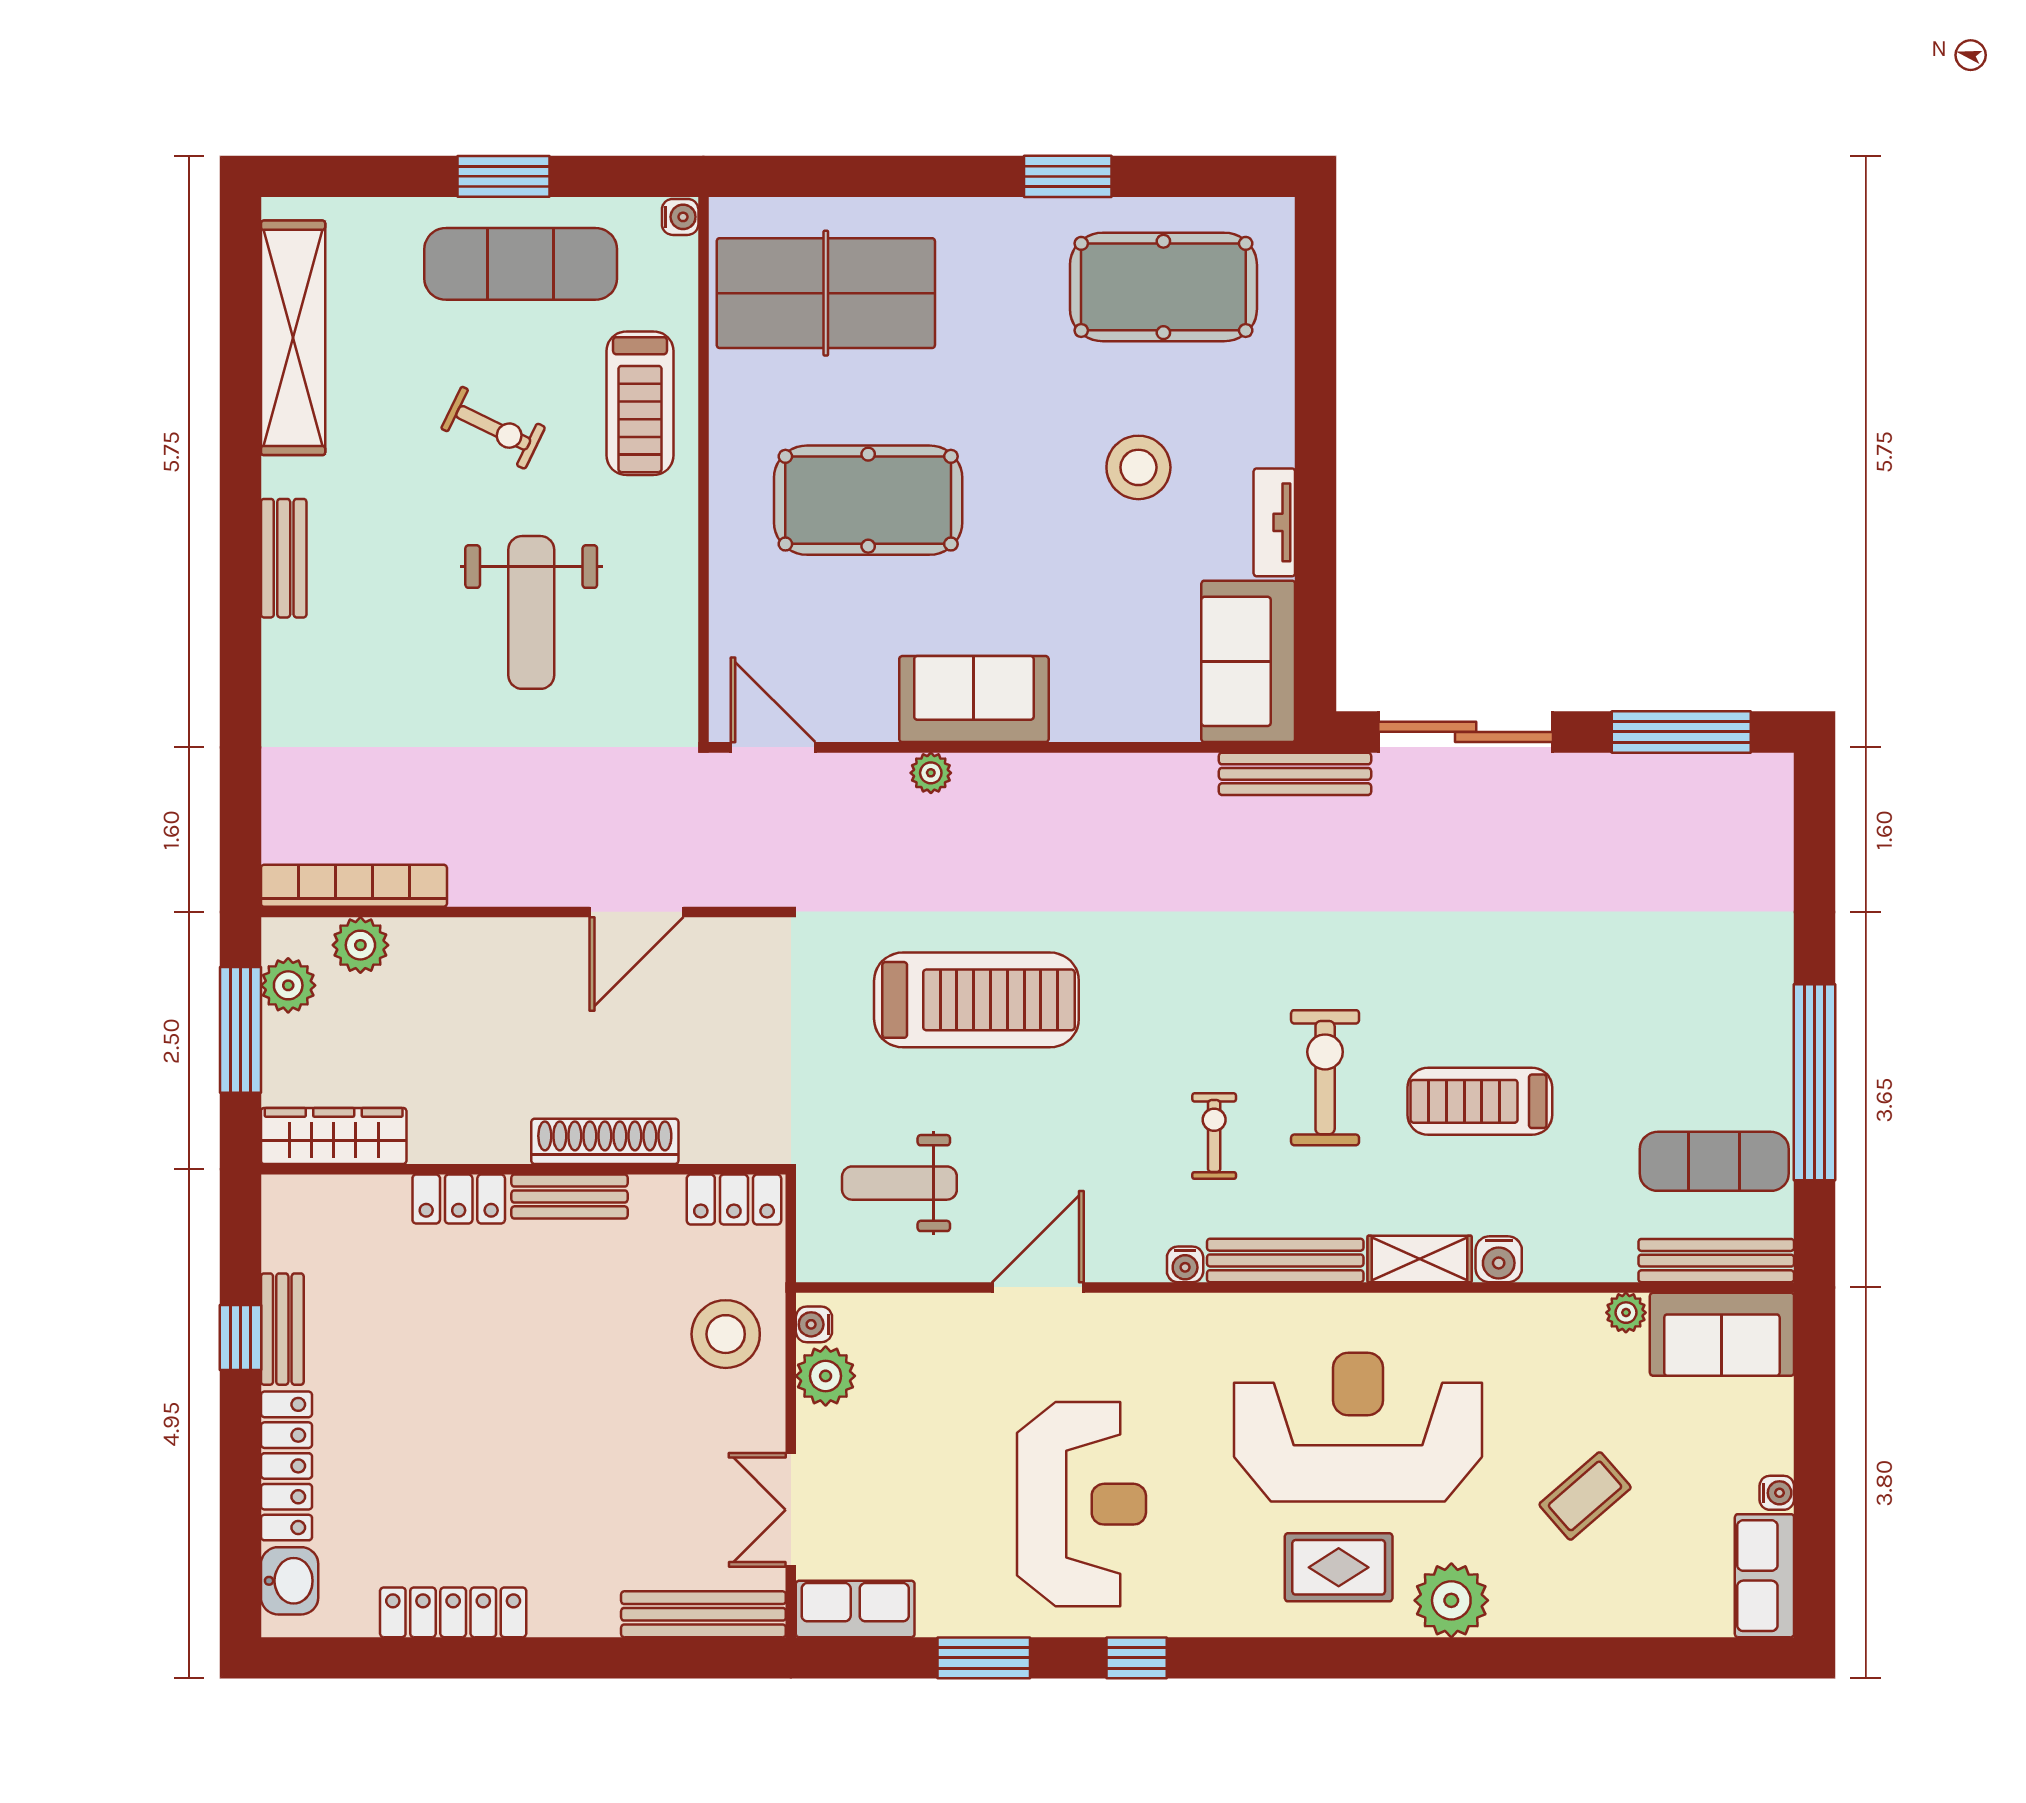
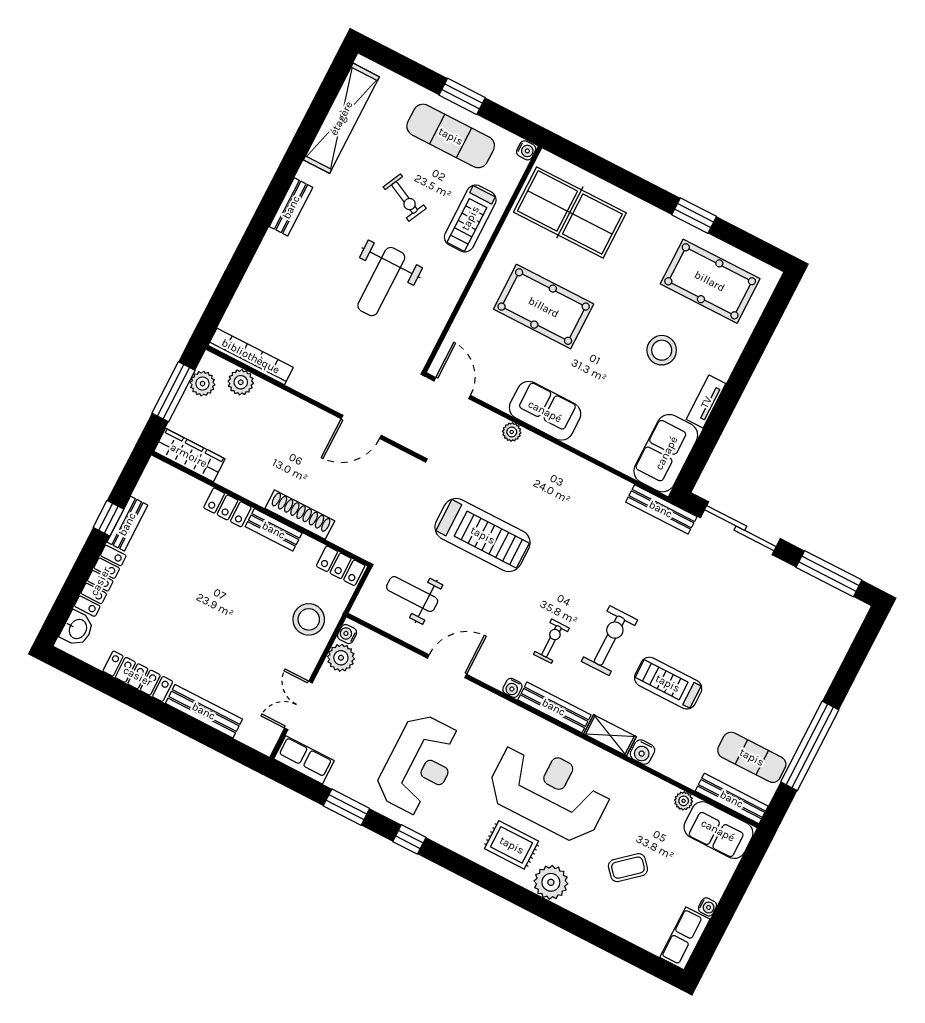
bench: (703, 1614) -> (204, 711), moved

